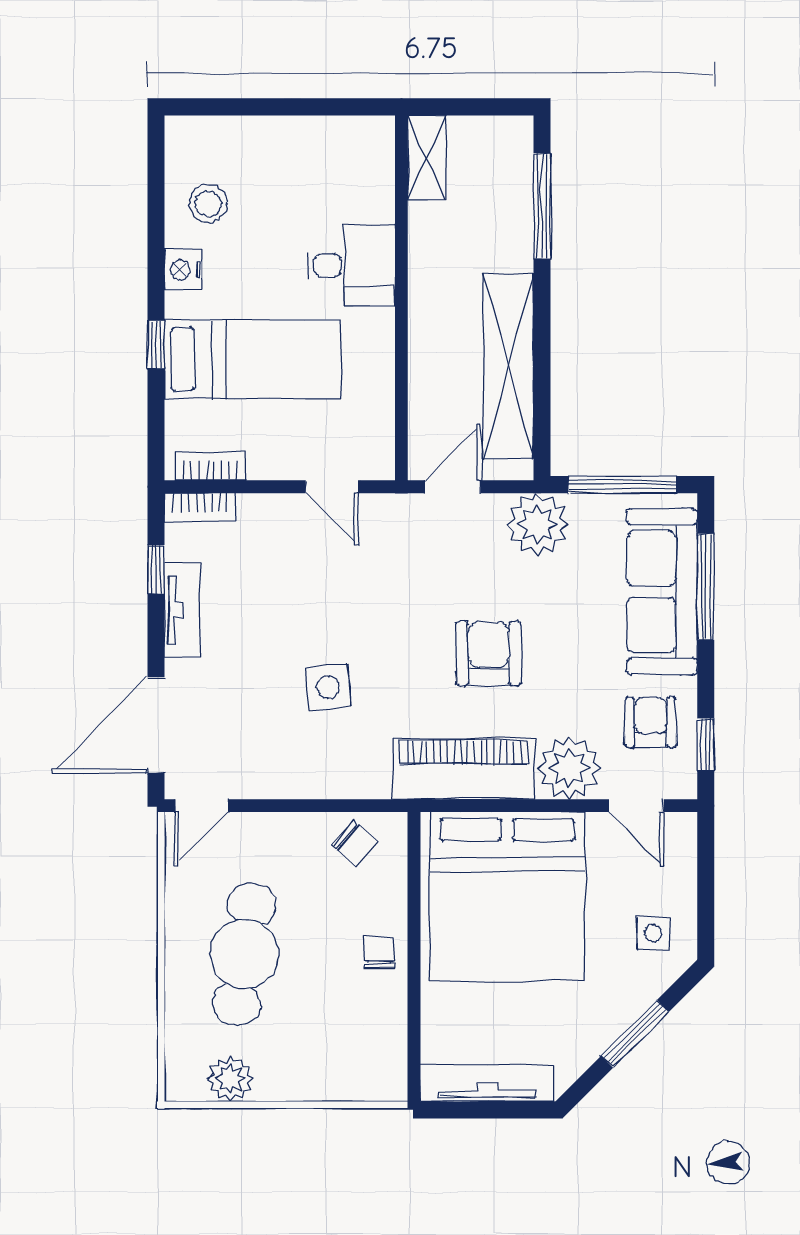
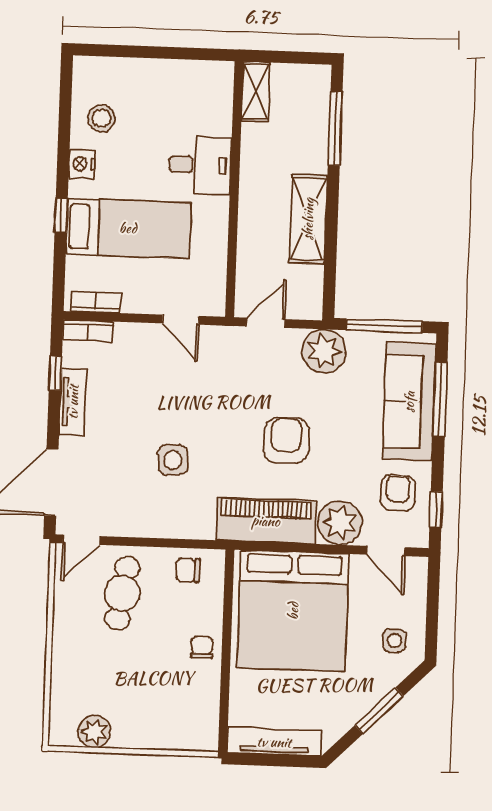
shelving: (508, 366) -> (308, 219), width x0.68
chair: (355, 843) -> (188, 570), turned 139
cafe table: (244, 954) -> (122, 593), moved, width x0.73, depth x0.74

